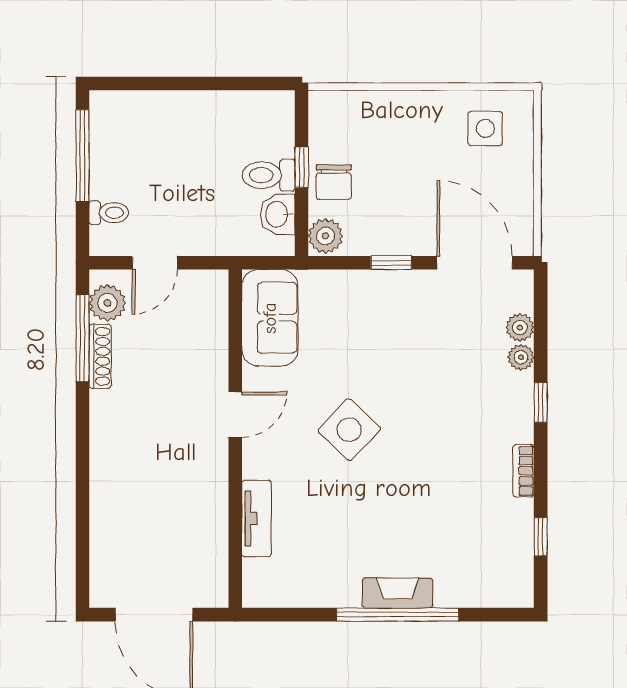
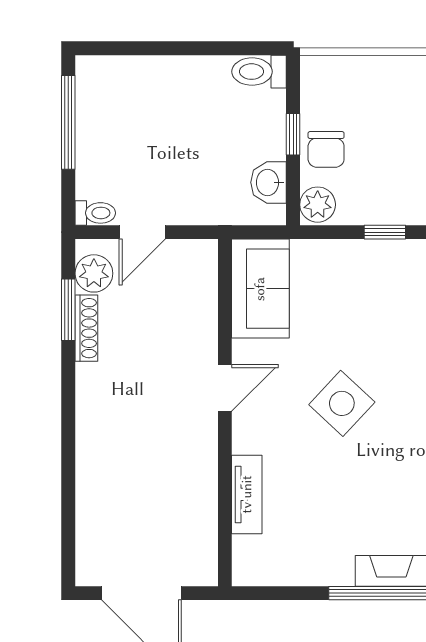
toilet: (268, 175) -> (259, 72), moved
toilet: (109, 213) -> (95, 213), moved
window: (82, 338) -> (68, 310), width x0.69

